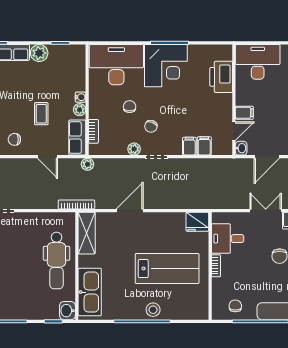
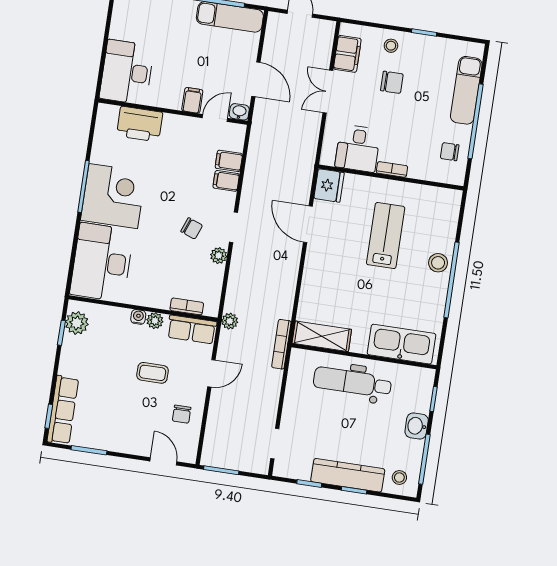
plant: (39, 53) -> (77, 323), moved
chair: (130, 107) -> (161, 253), removed
door: (234, 131) -> (215, 118), hinge flipped
door: (130, 211) -> (308, 224), moved
dental chair: (57, 260) -> (352, 382), turned 180
lab bench: (167, 268) -> (386, 236), width x0.73, depth x0.72
washbasin: (67, 311) -> (417, 426), moved, turned 90

